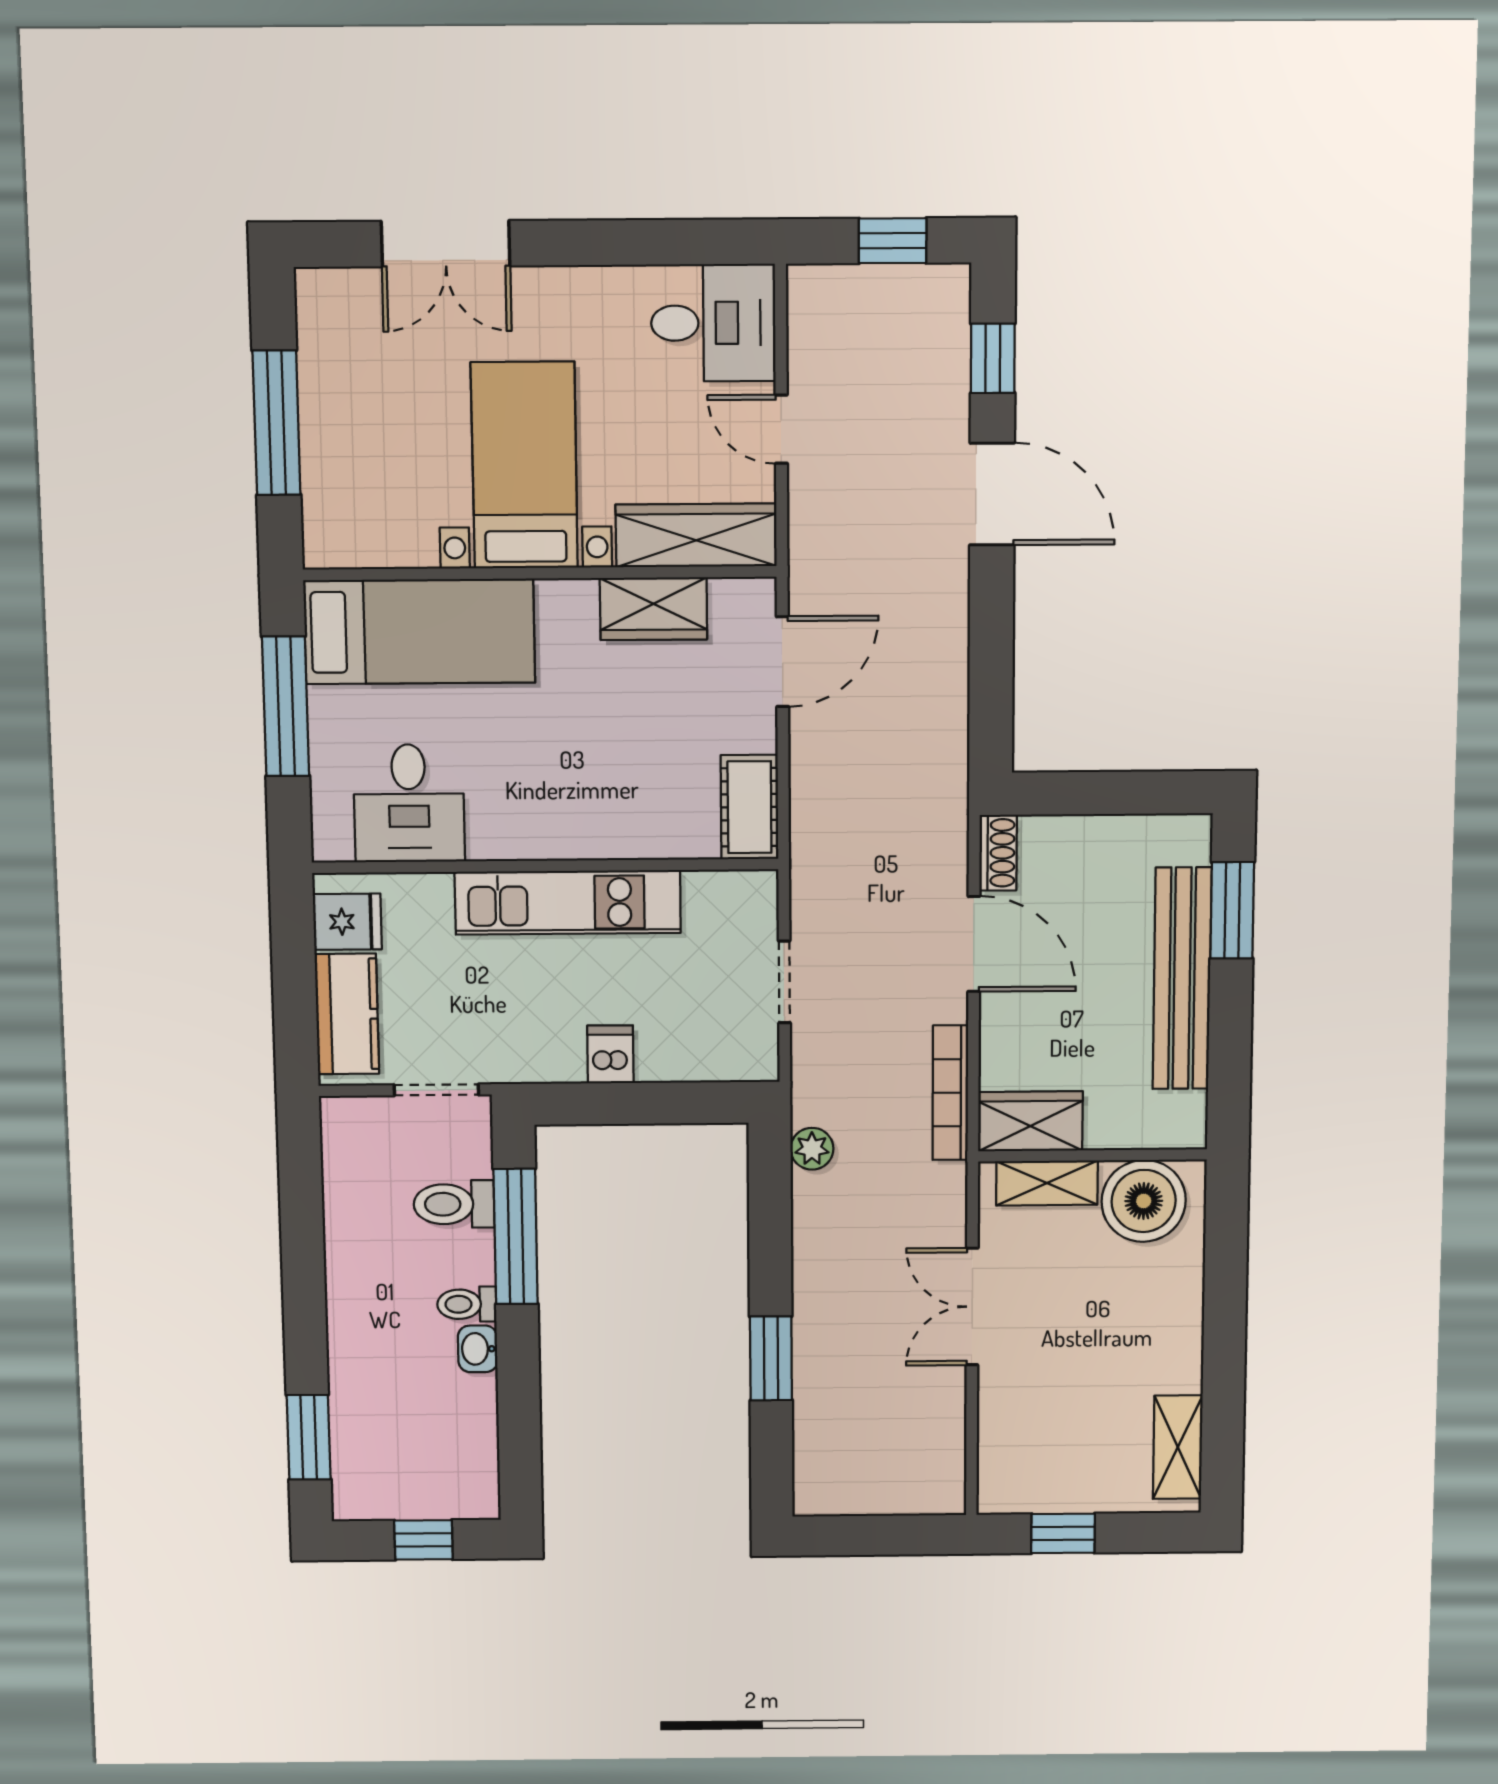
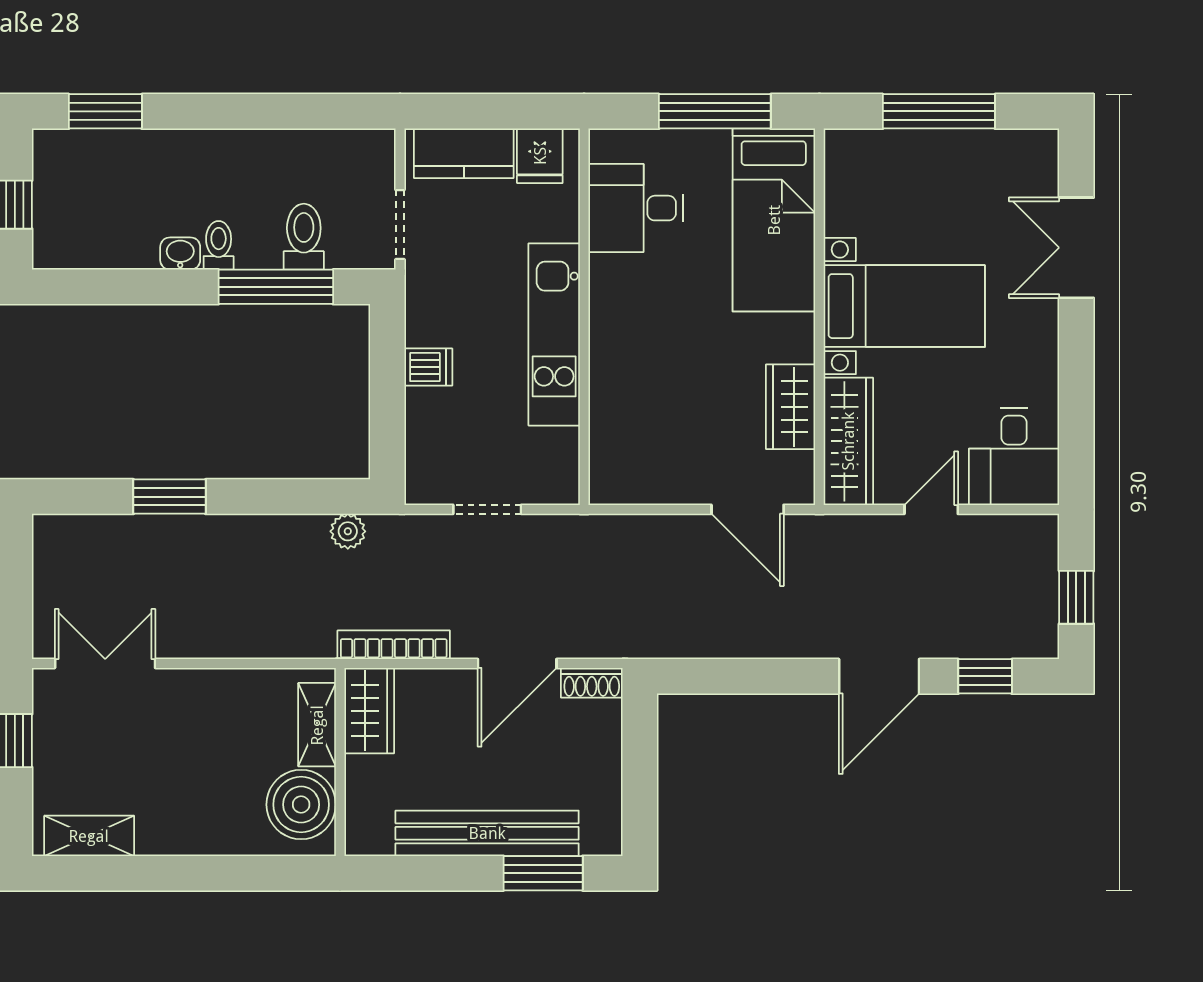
cot: (750, 807) -> (631, 482), removed
double door: (972, 1307) -> (105, 663), moved

